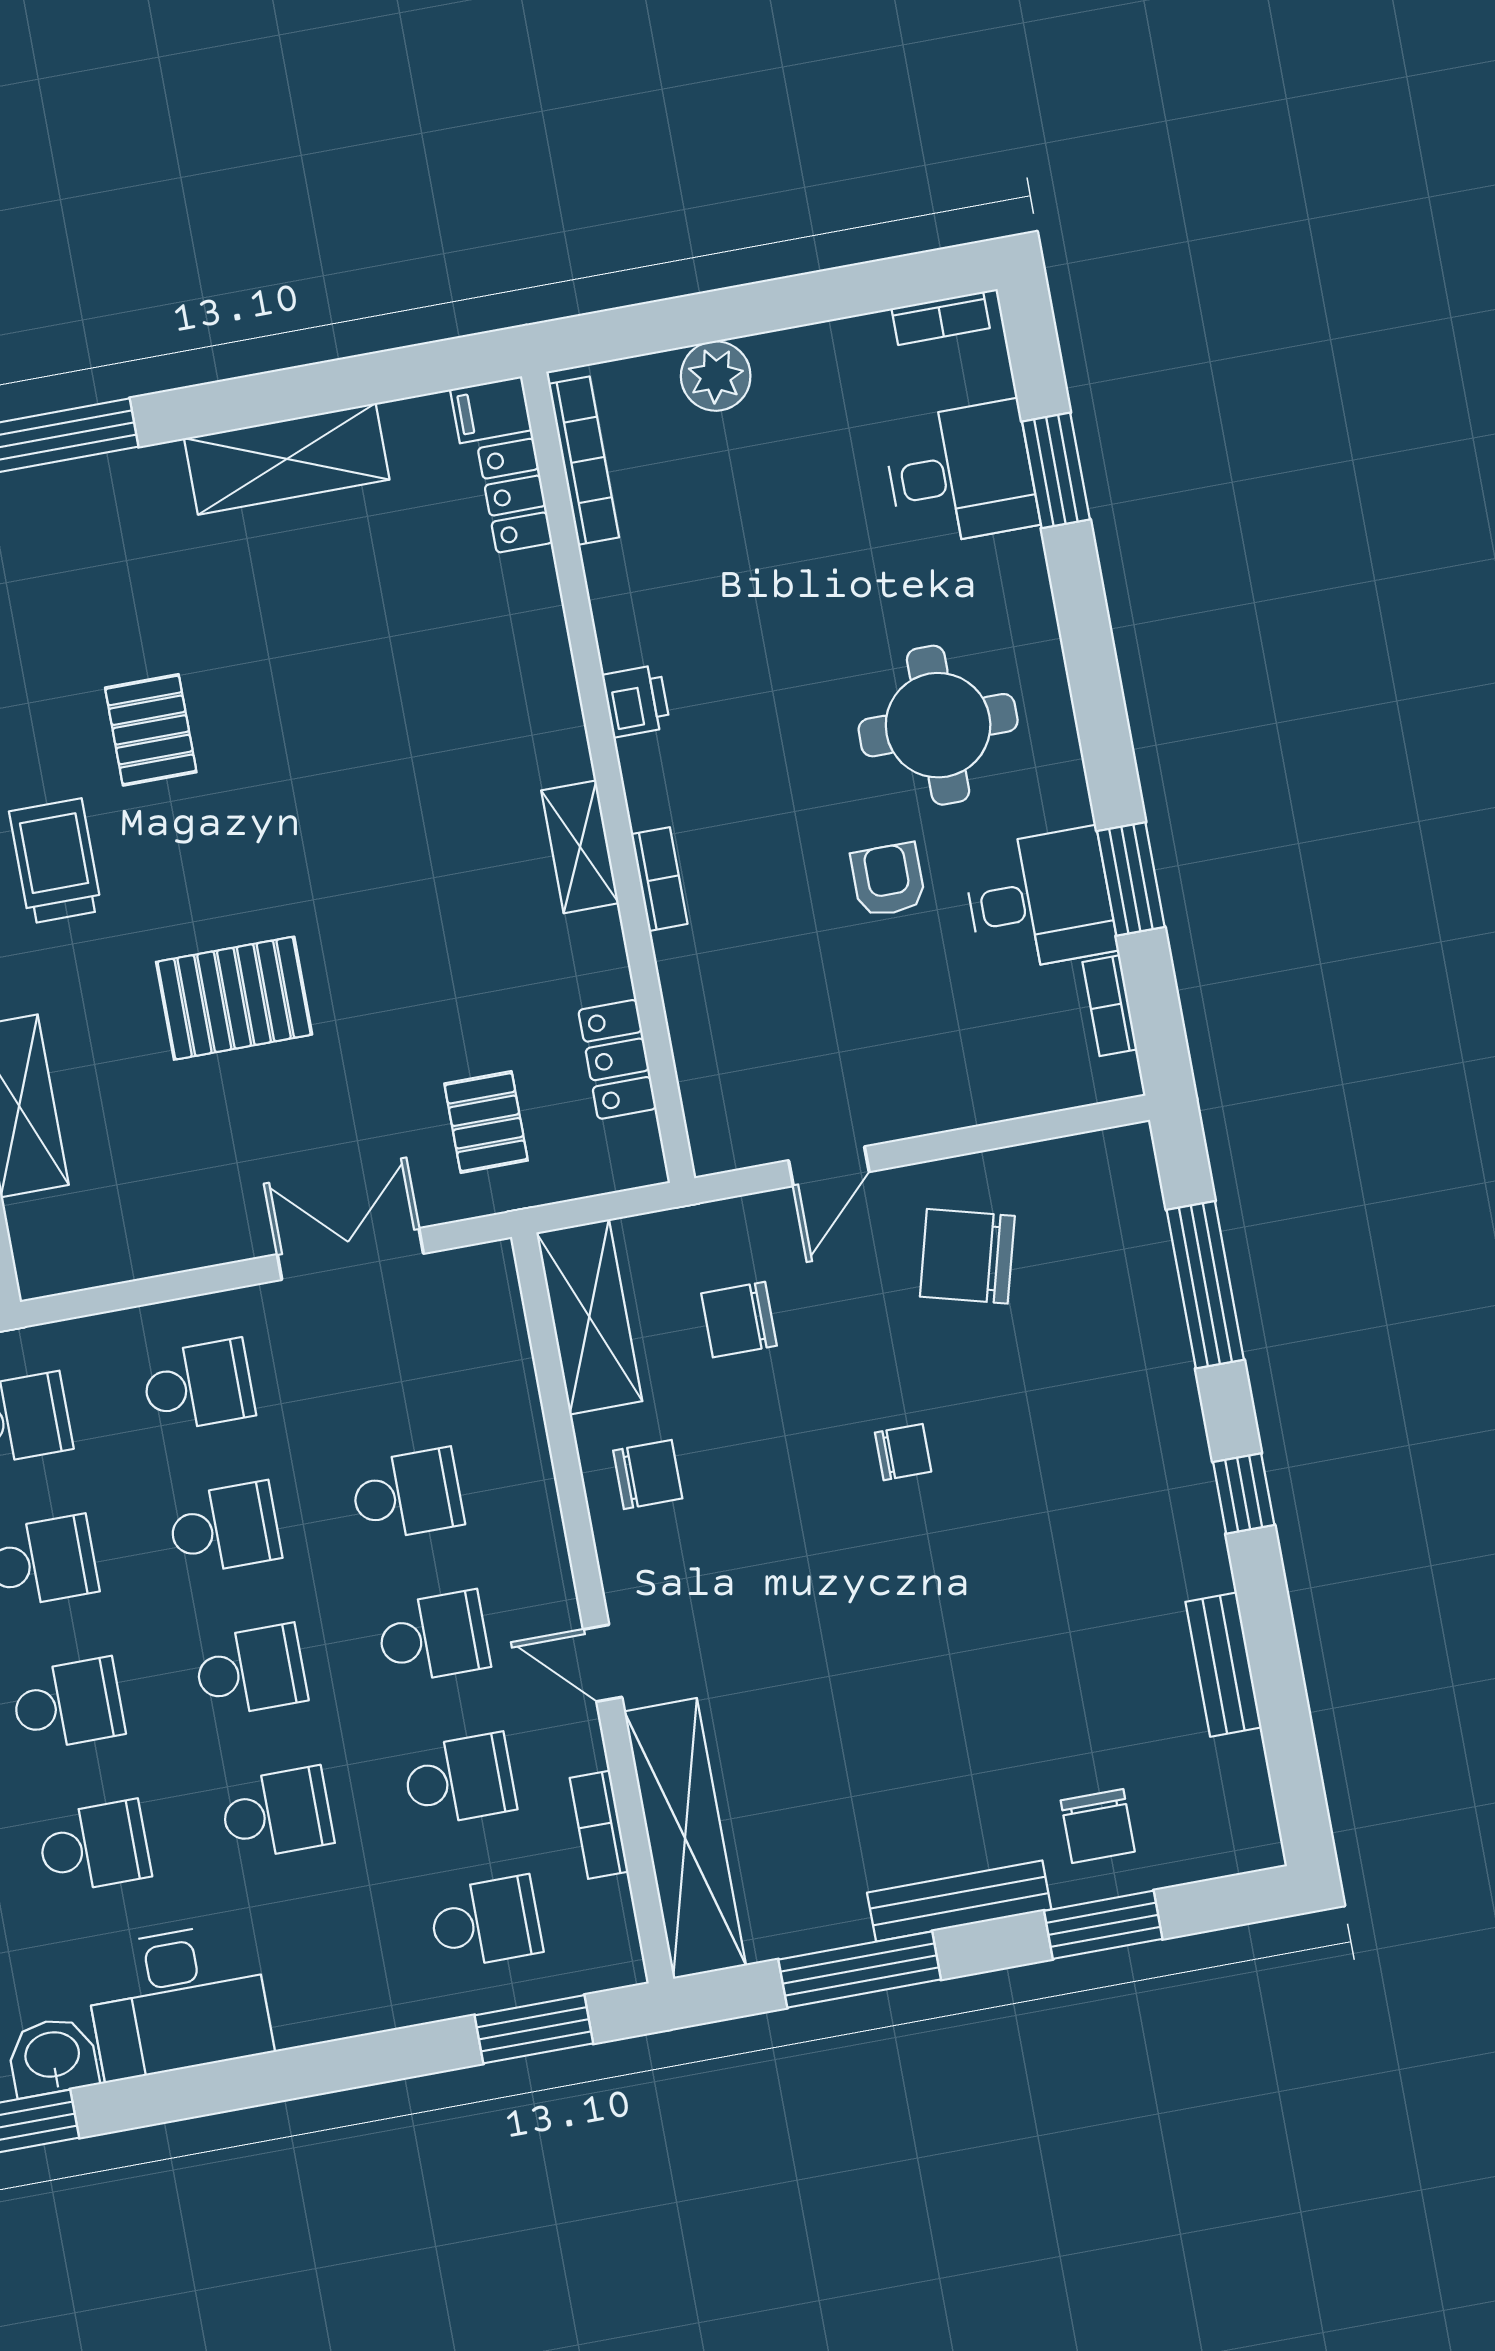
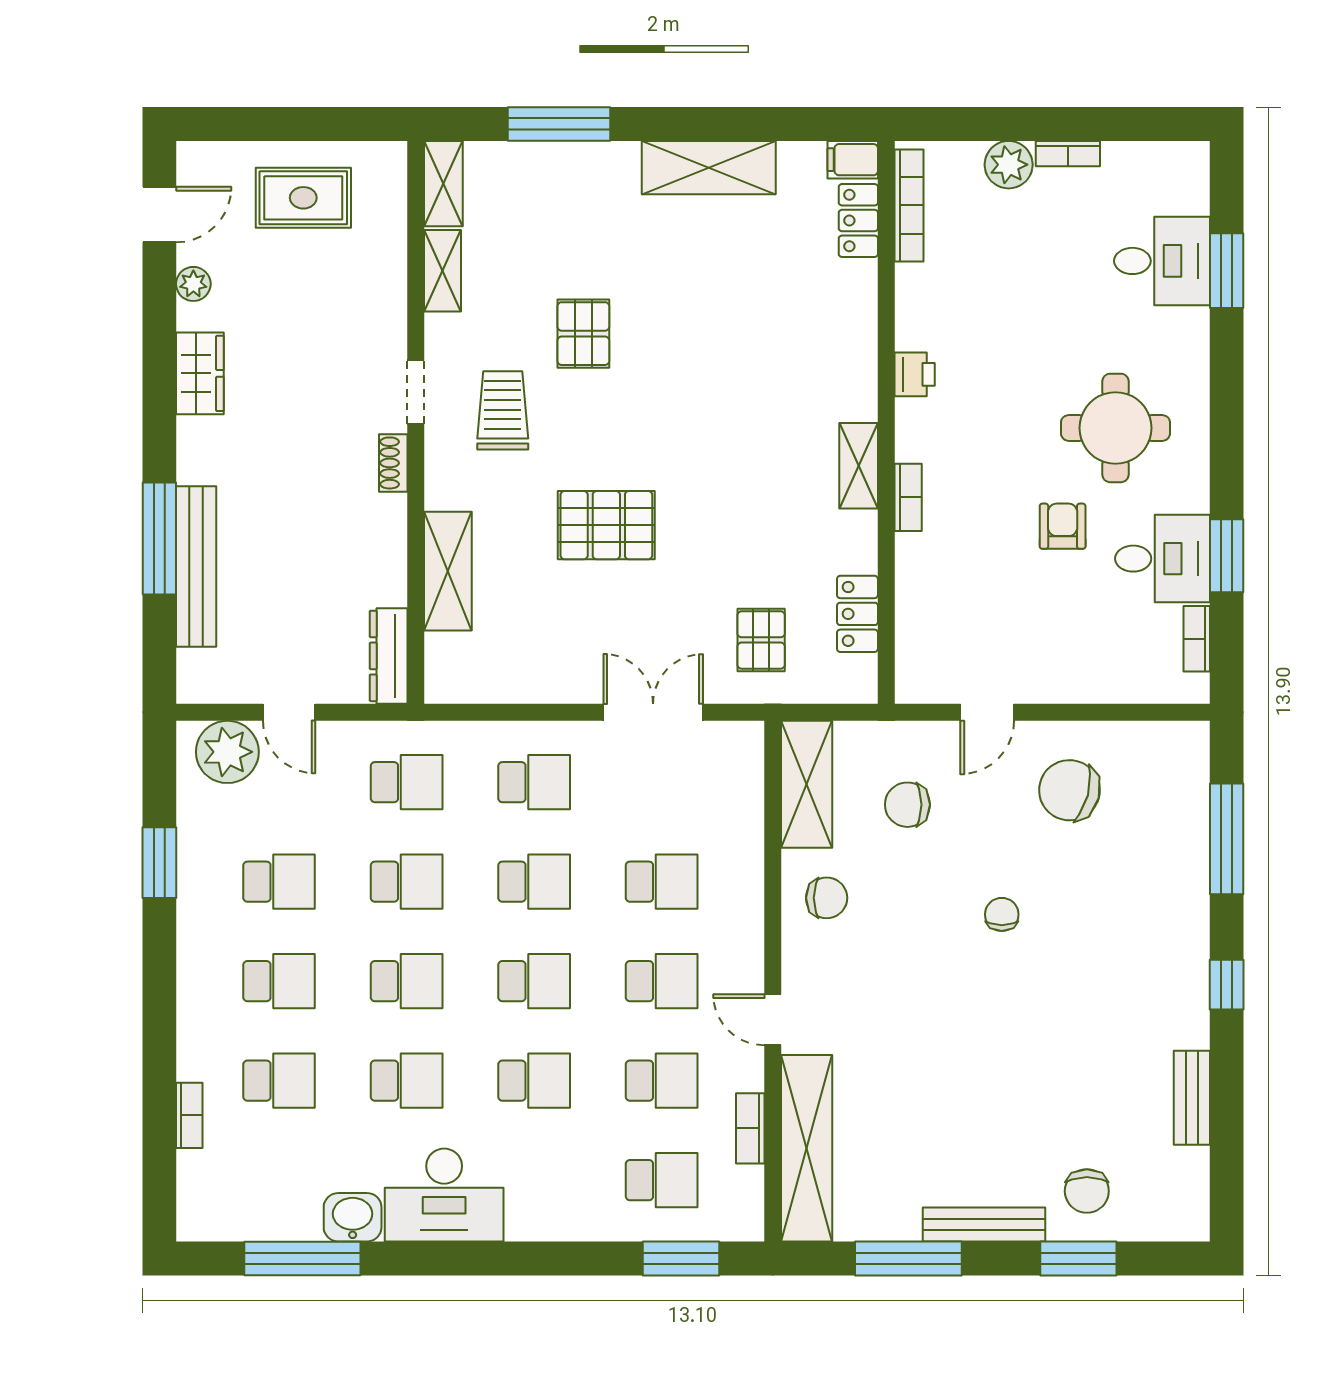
bookcase: (941, 318) -> (1068, 154), moved
chair: (903, 1452) -> (1002, 914), turned -90

